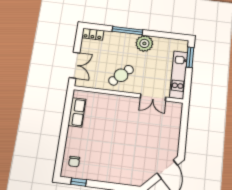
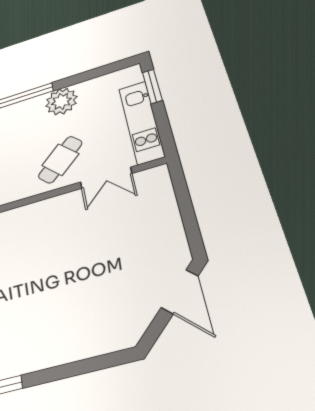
cafe table: (121, 75) -> (60, 160), moved

